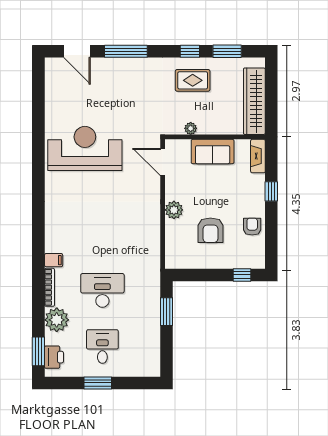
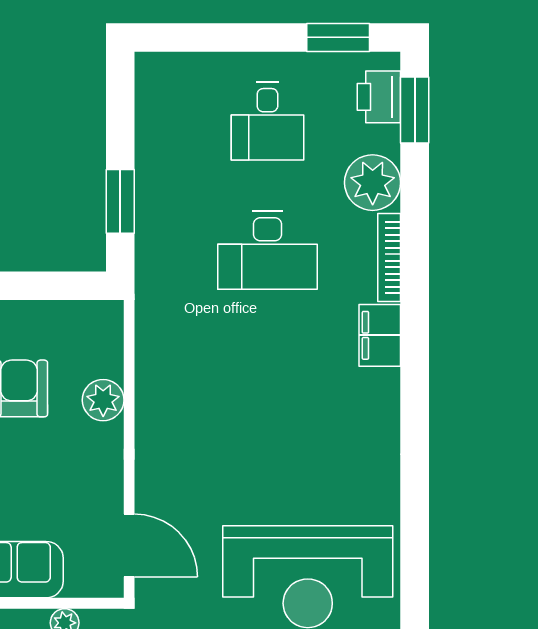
plant: (174, 210) -> (103, 400), moved
filing cabinet: (54, 260) -> (380, 335), width x2.00
window: (98, 383) -> (338, 37), moved

